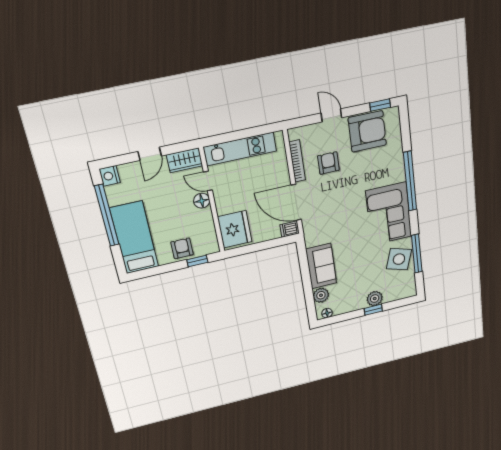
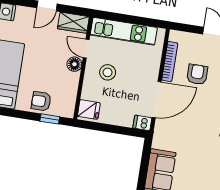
stool: (238, 196) -> (108, 72), added
door: (296, 202) -> (157, 100), swing flipped
fridge: (235, 229) -> (89, 110), width x0.53, depth x0.75
armchair: (182, 248) -> (41, 101), turned -90

